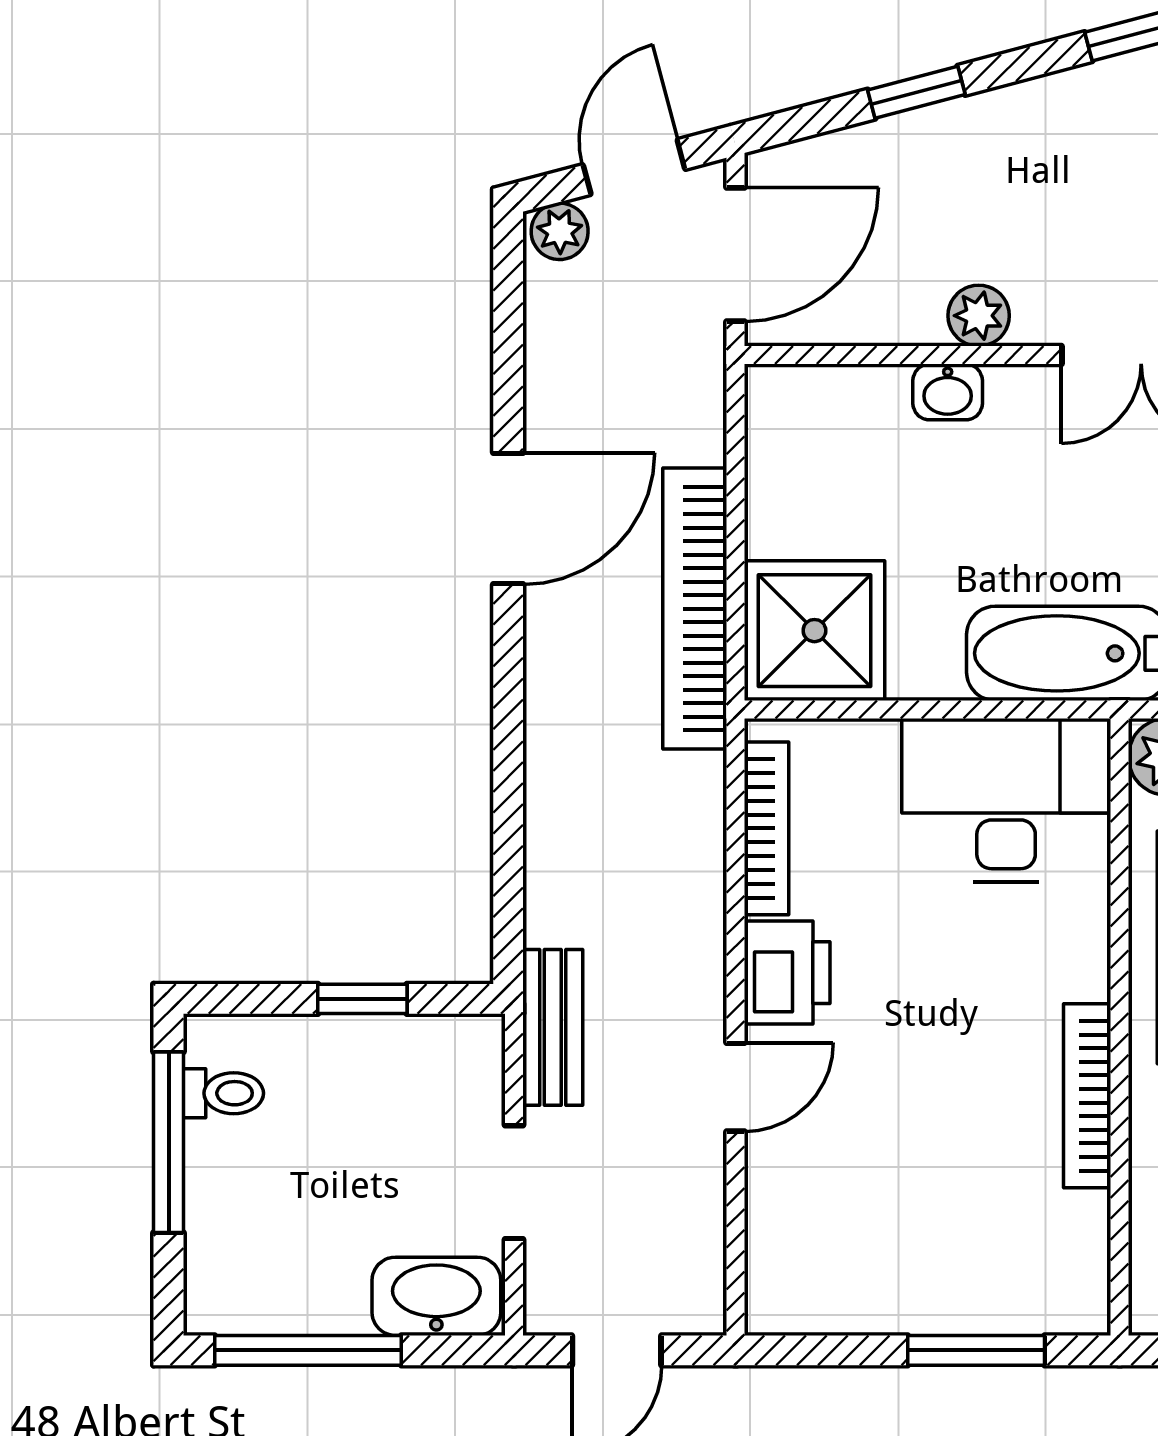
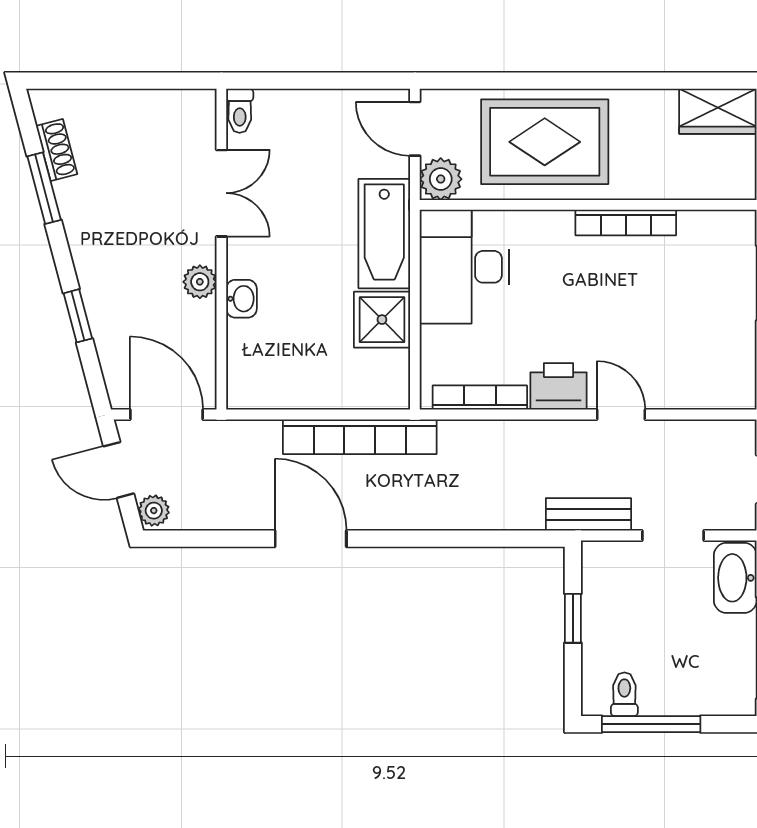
shower: (814, 631) -> (382, 320), moved, width x0.73, depth x0.73

